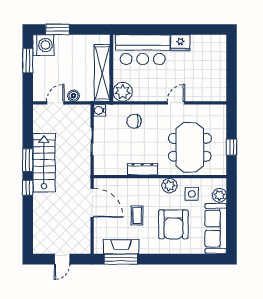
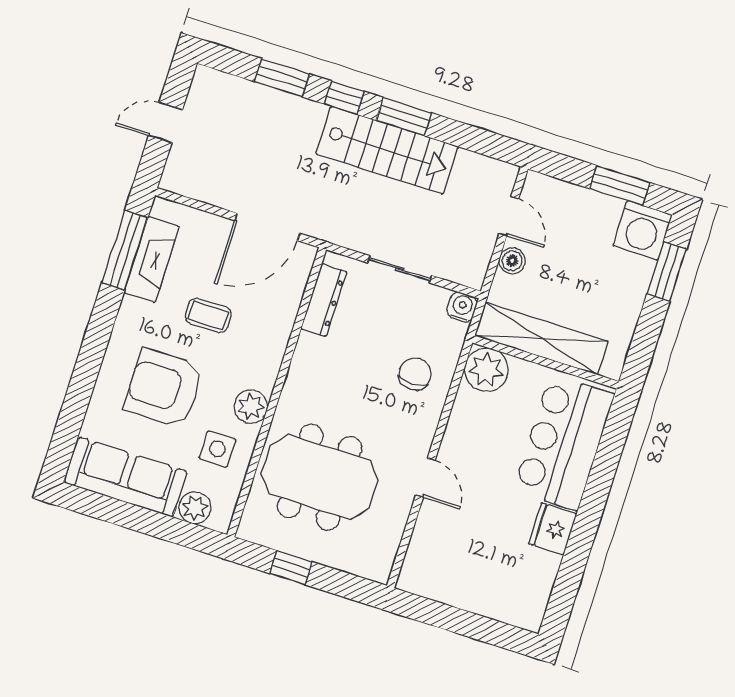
dresser: (142, 169) -> (324, 300), moved
window: (28, 216) -> (282, 78), added
door: (62, 259) -> (165, 123), hinge flipped

